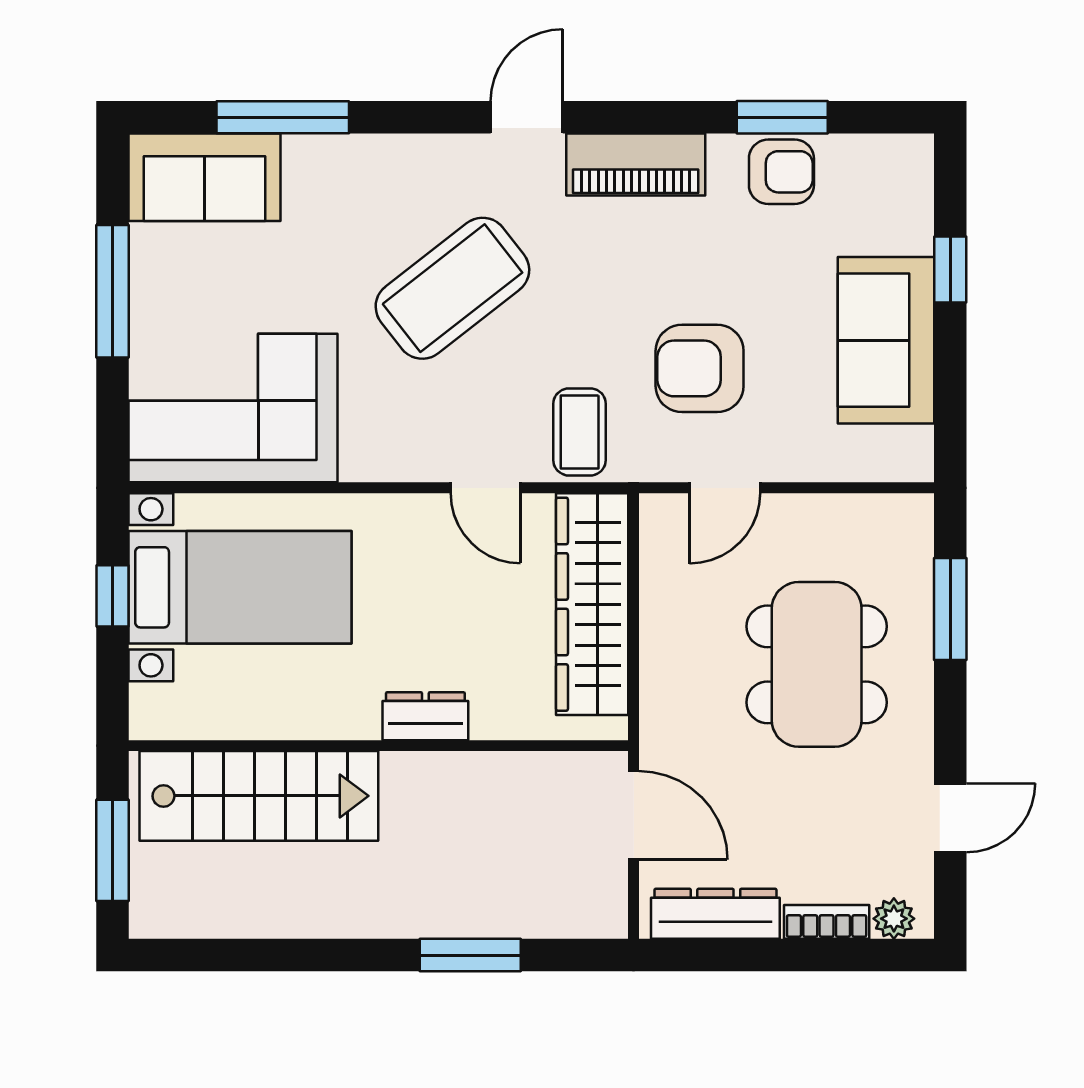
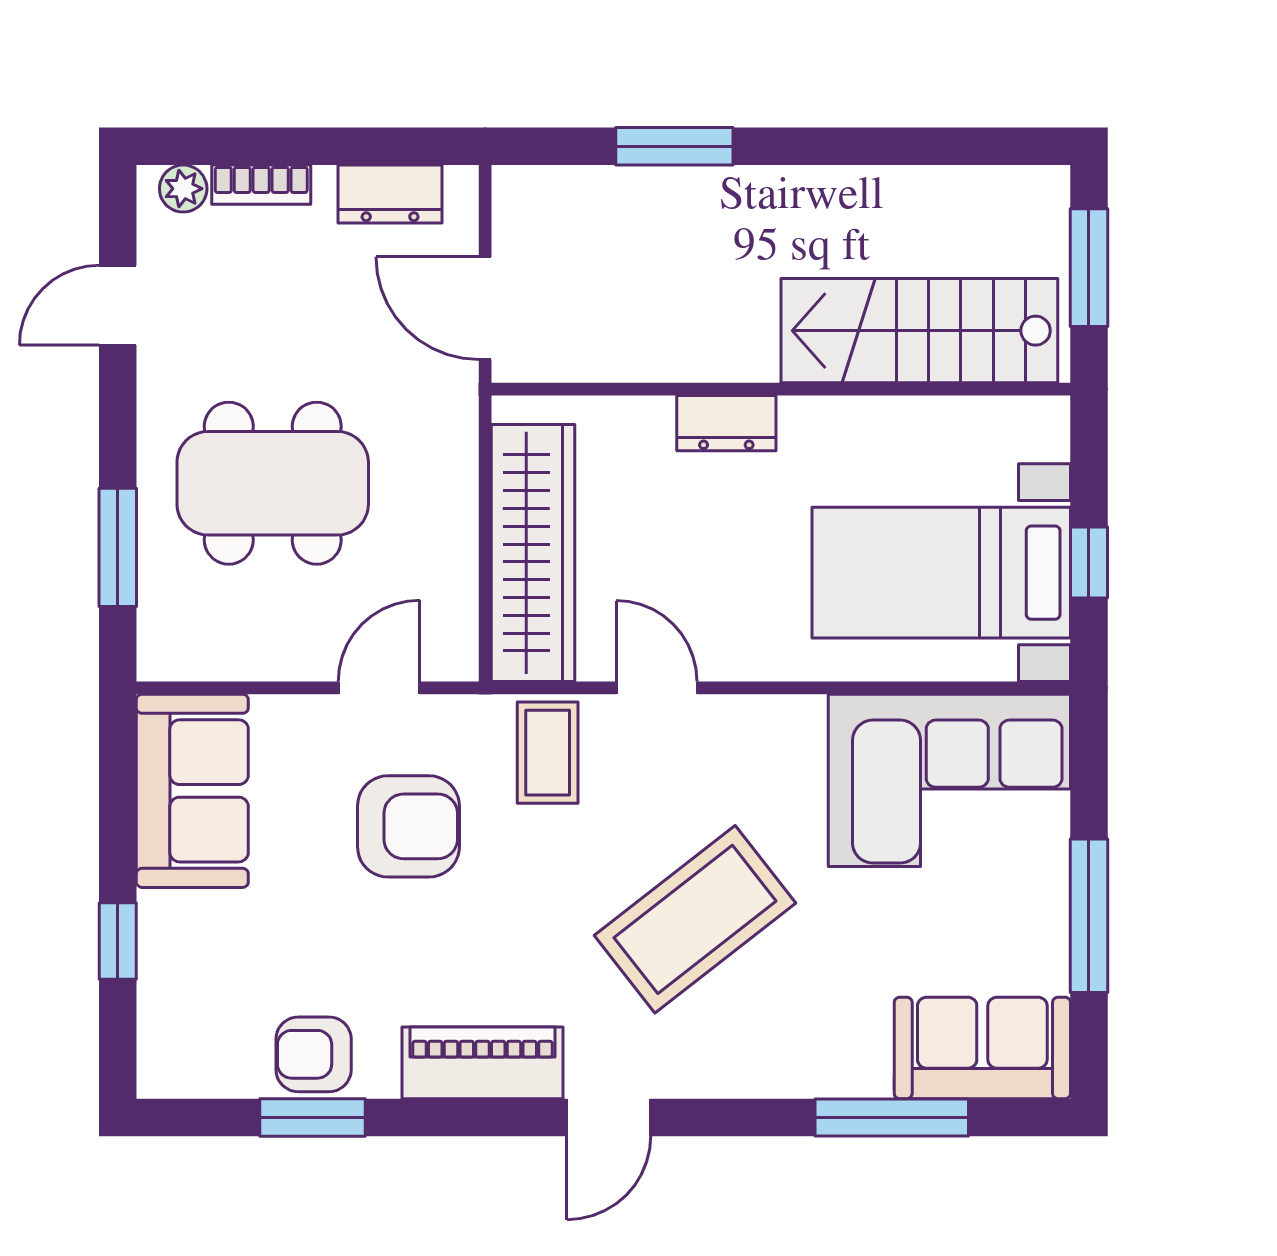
sofa: (886, 340) -> (192, 791), moved
dining table: (817, 664) -> (273, 483), turned 90
dresser: (715, 914) -> (390, 194), width x0.70

